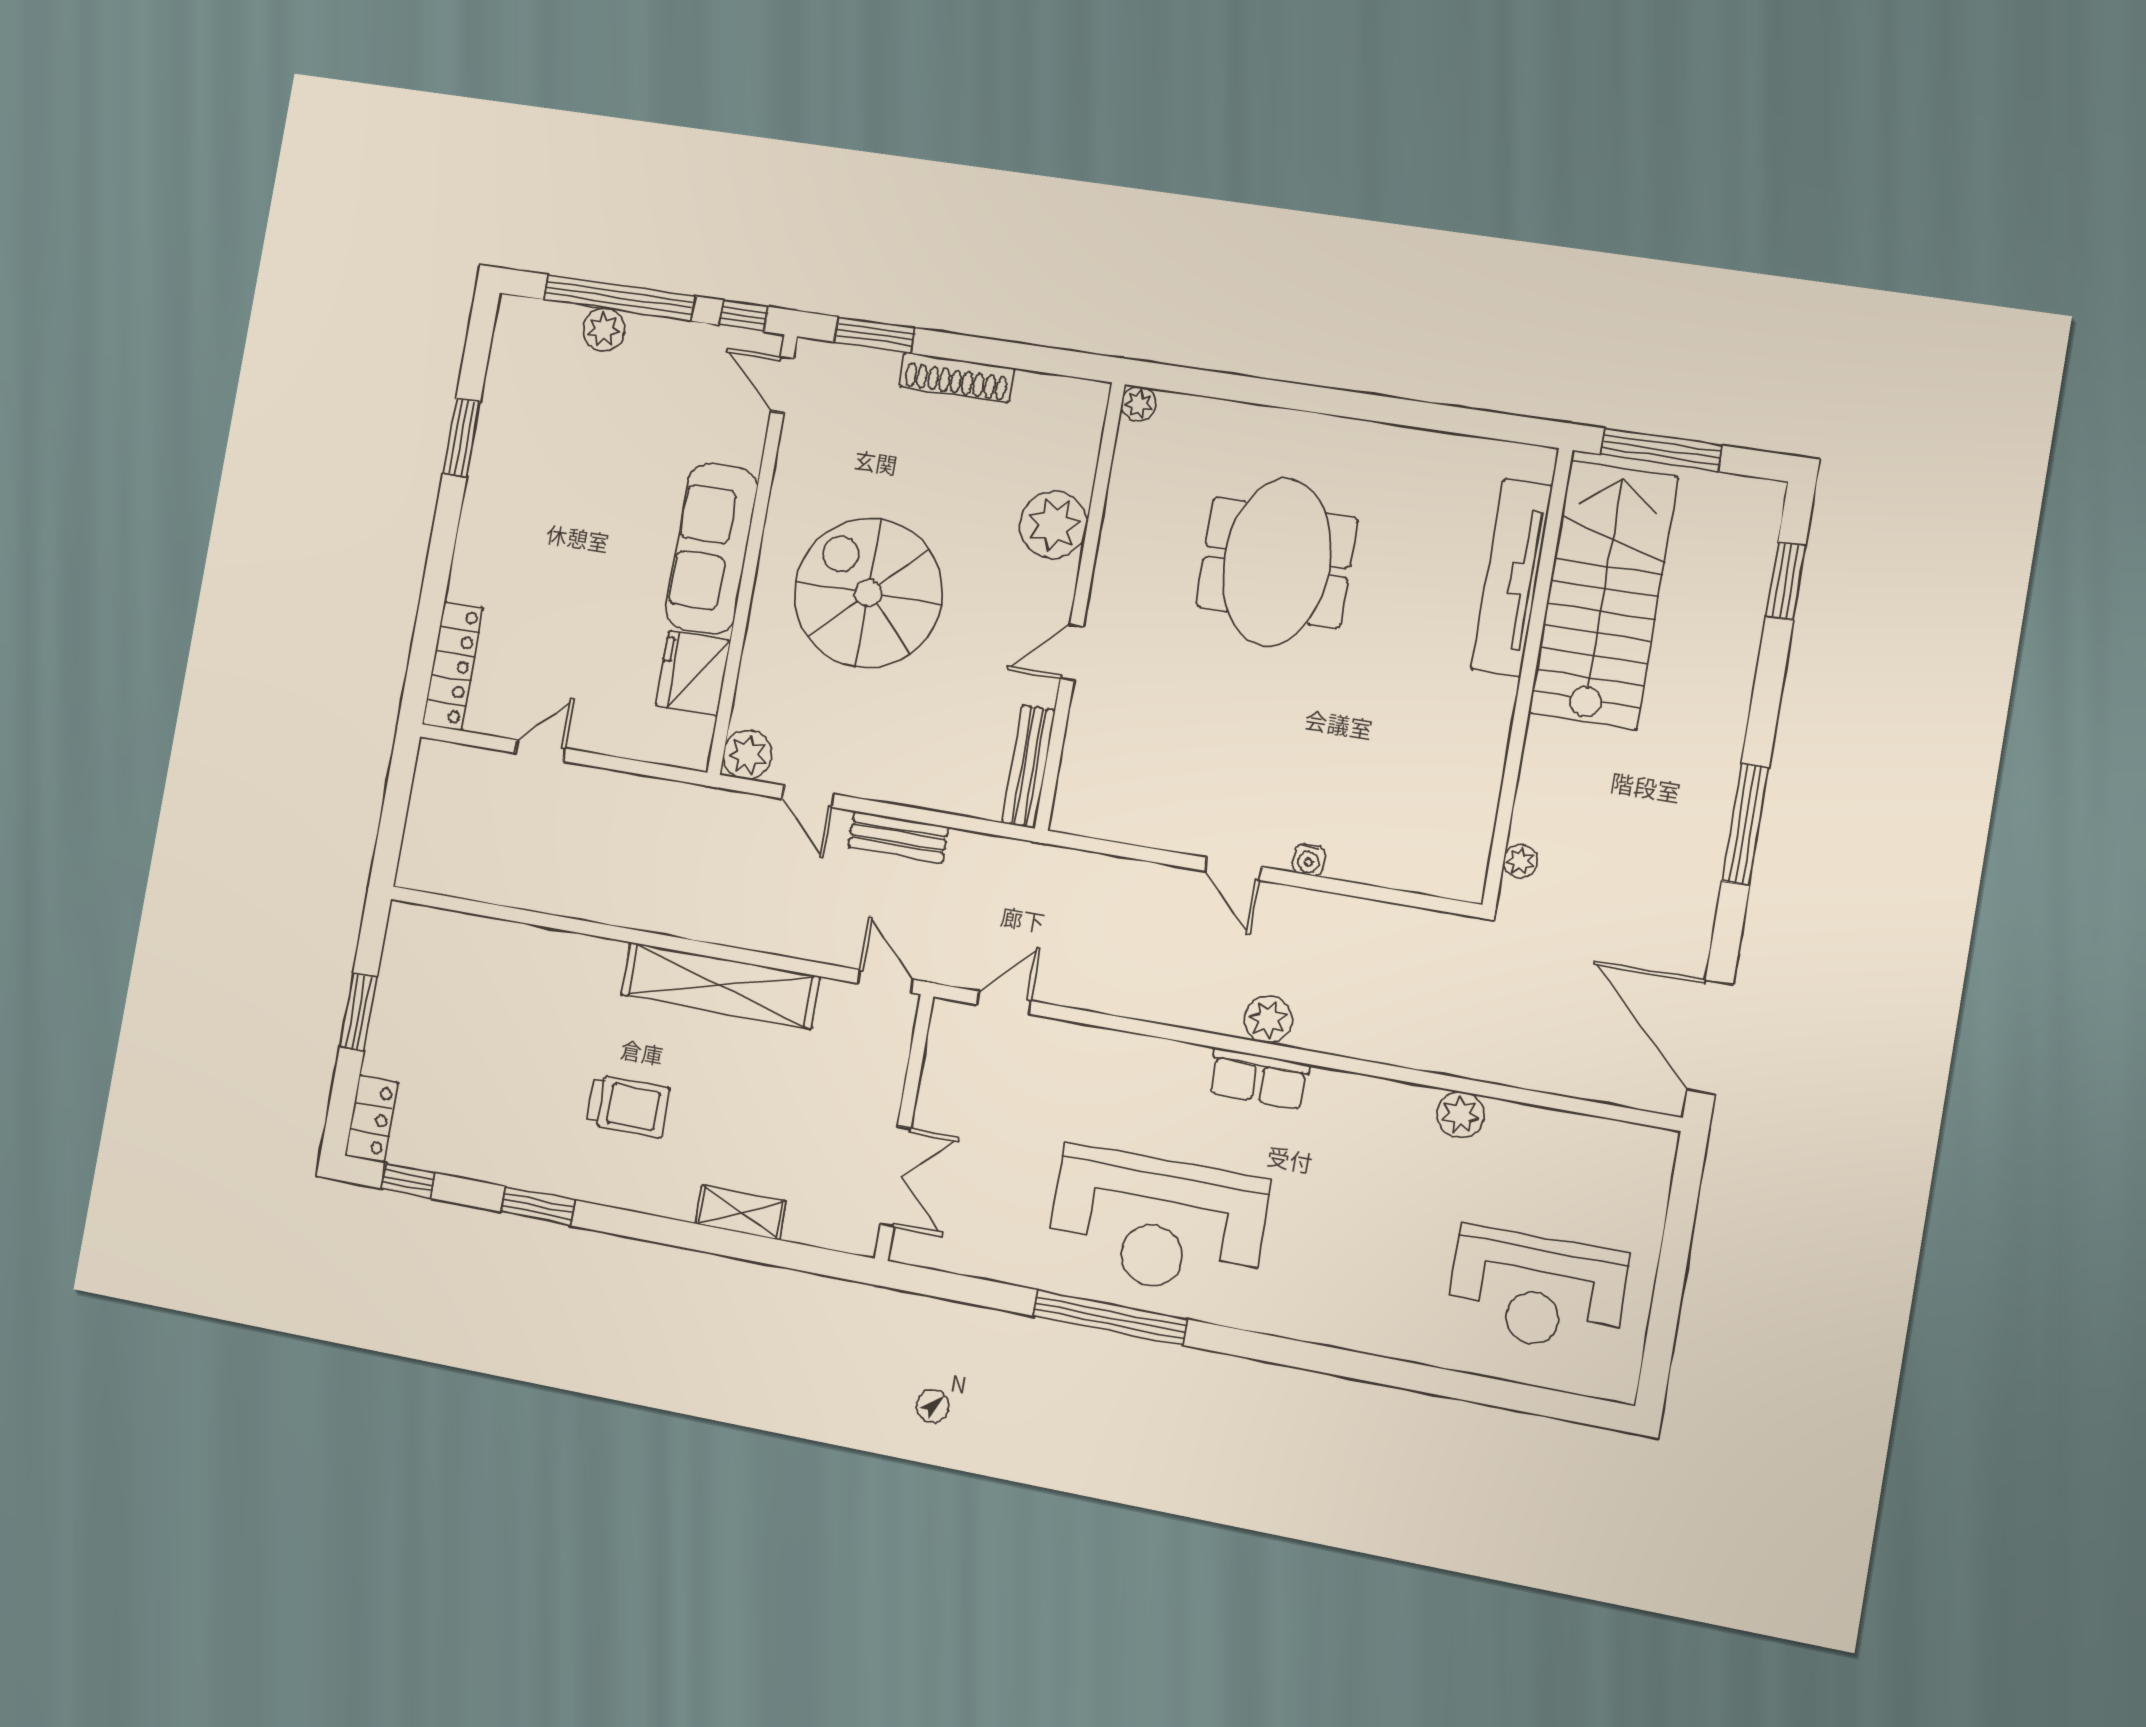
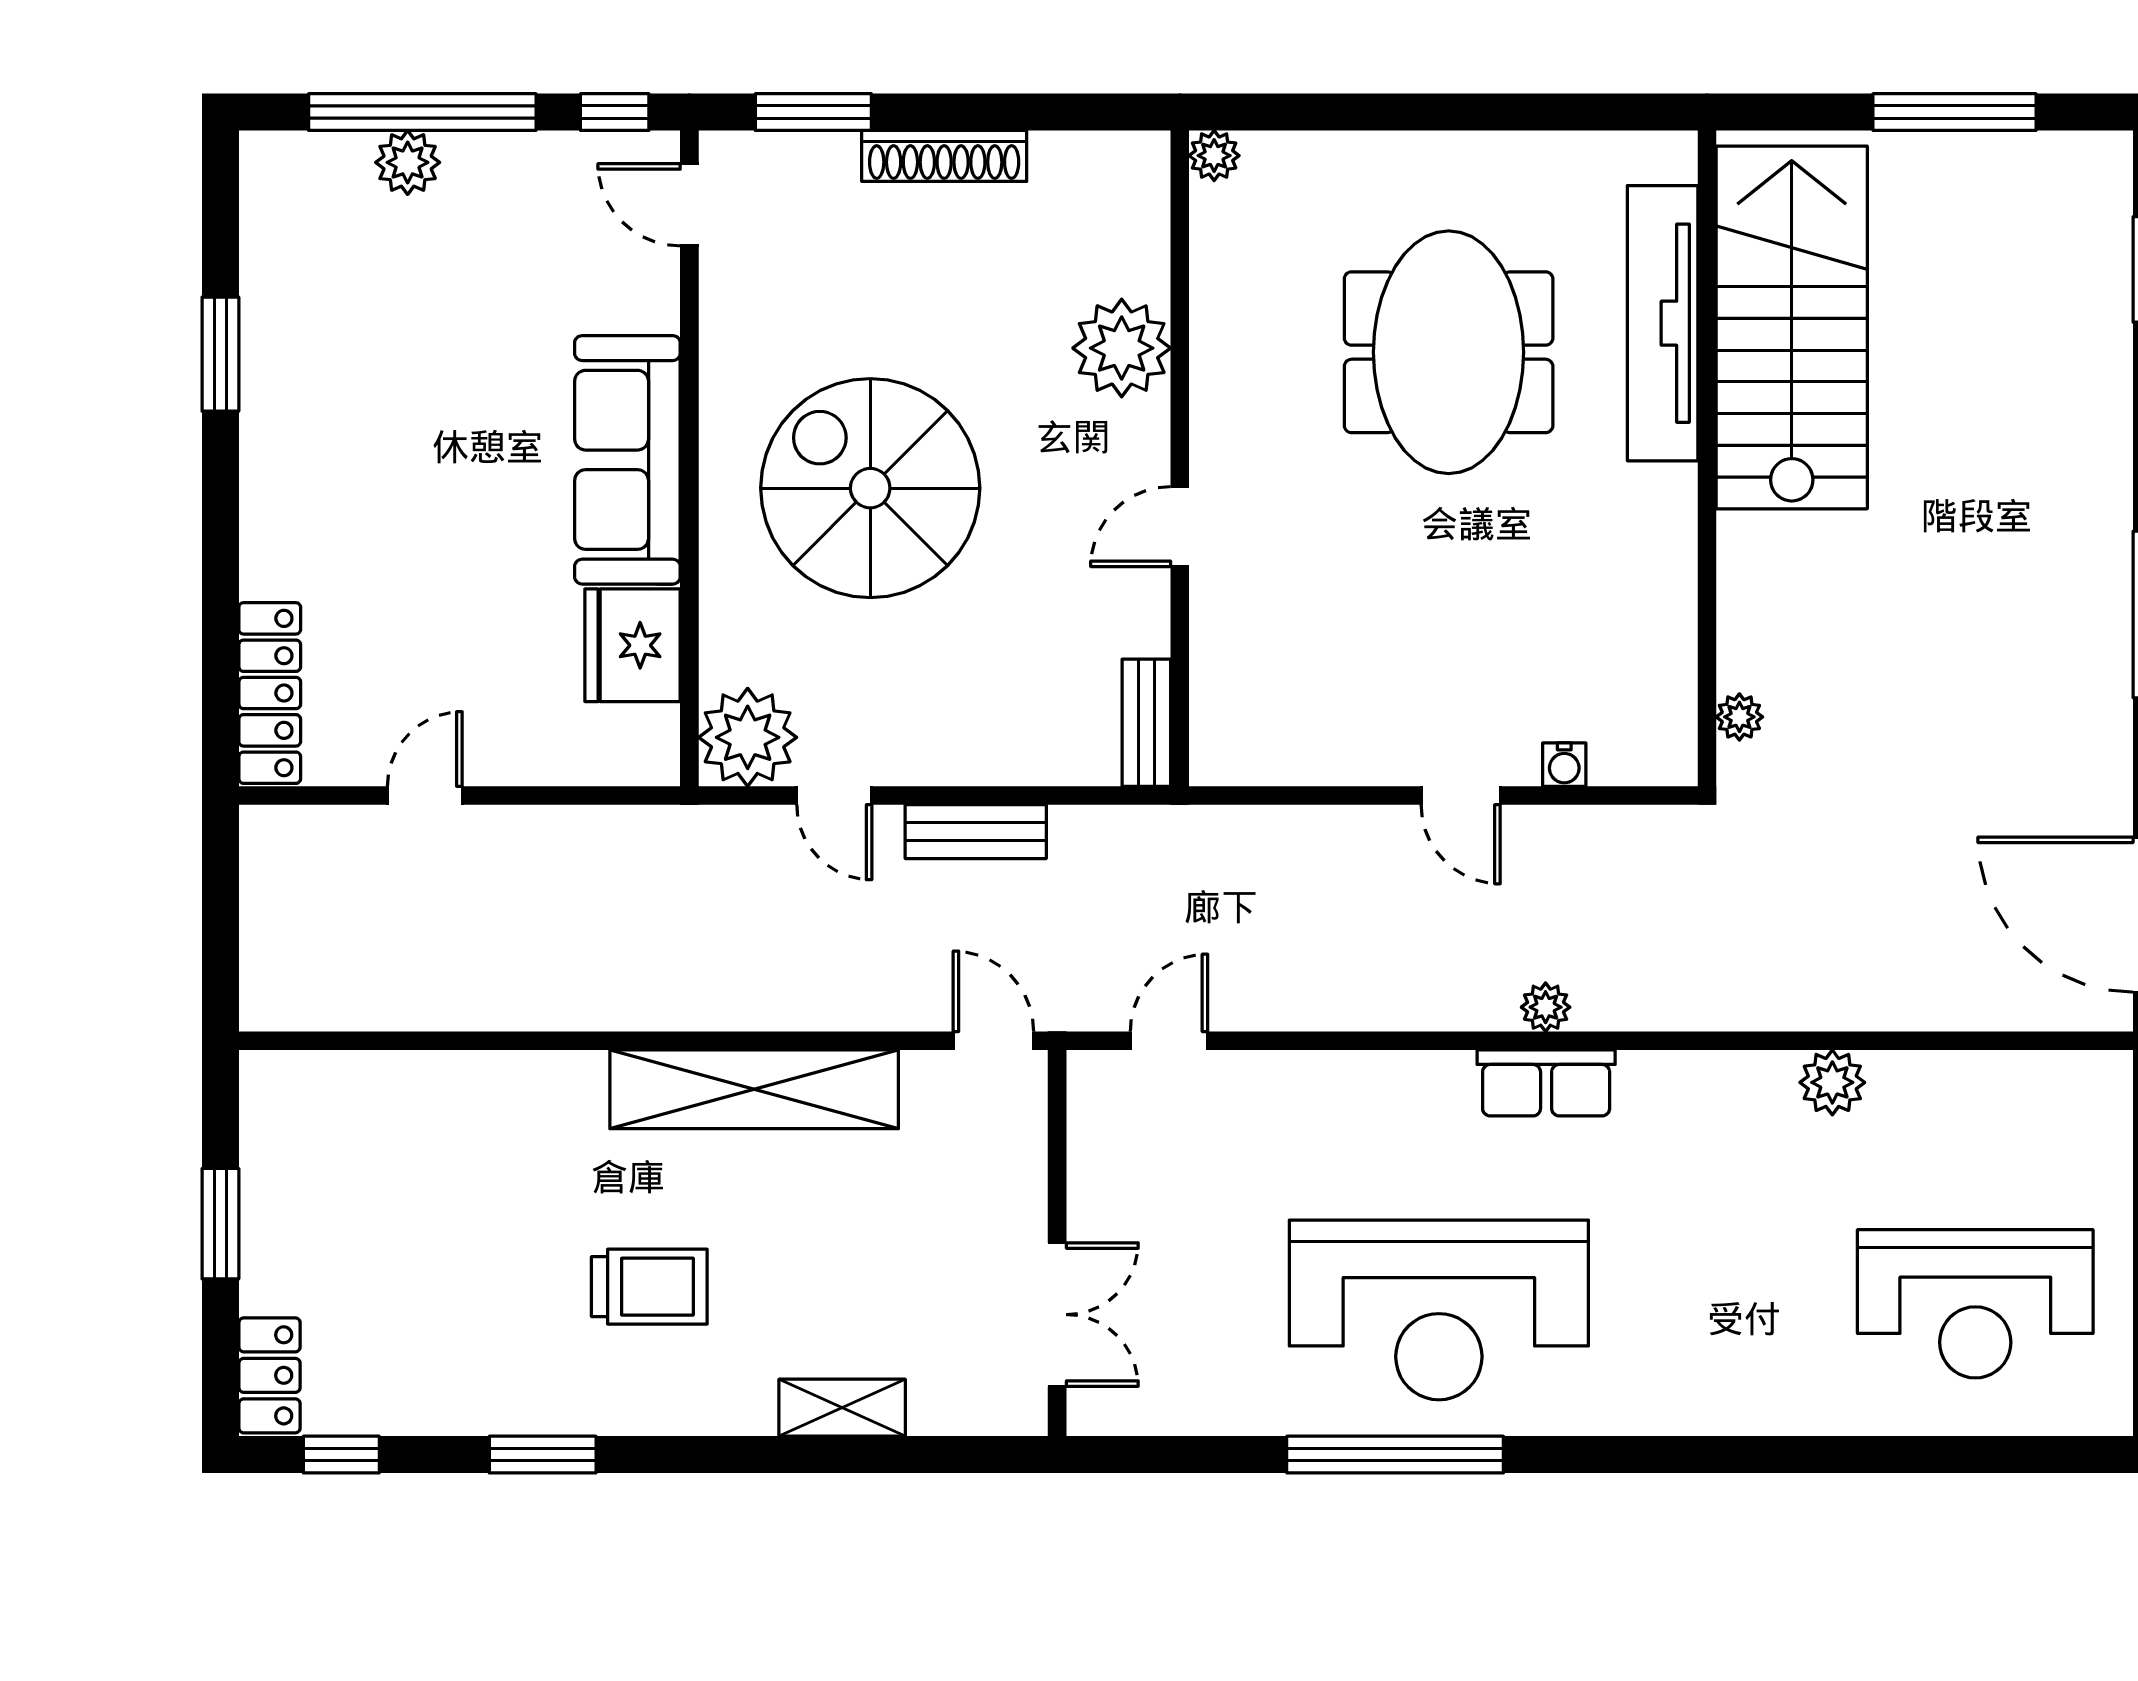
tv unit: (1512, 578) -> (1663, 323), moved
stairs: (1603, 595) -> (1792, 327), moved
wall: (1527, 677) -> (1707, 458), moved
plant: (748, 755) -> (748, 737), width x1.36, depth x1.36
bench: (1029, 767) -> (1146, 723), width x0.73
plant: (1520, 861) -> (1739, 717), moved
plant: (1268, 1020) -> (1546, 1007), width x0.73, depth x0.73

